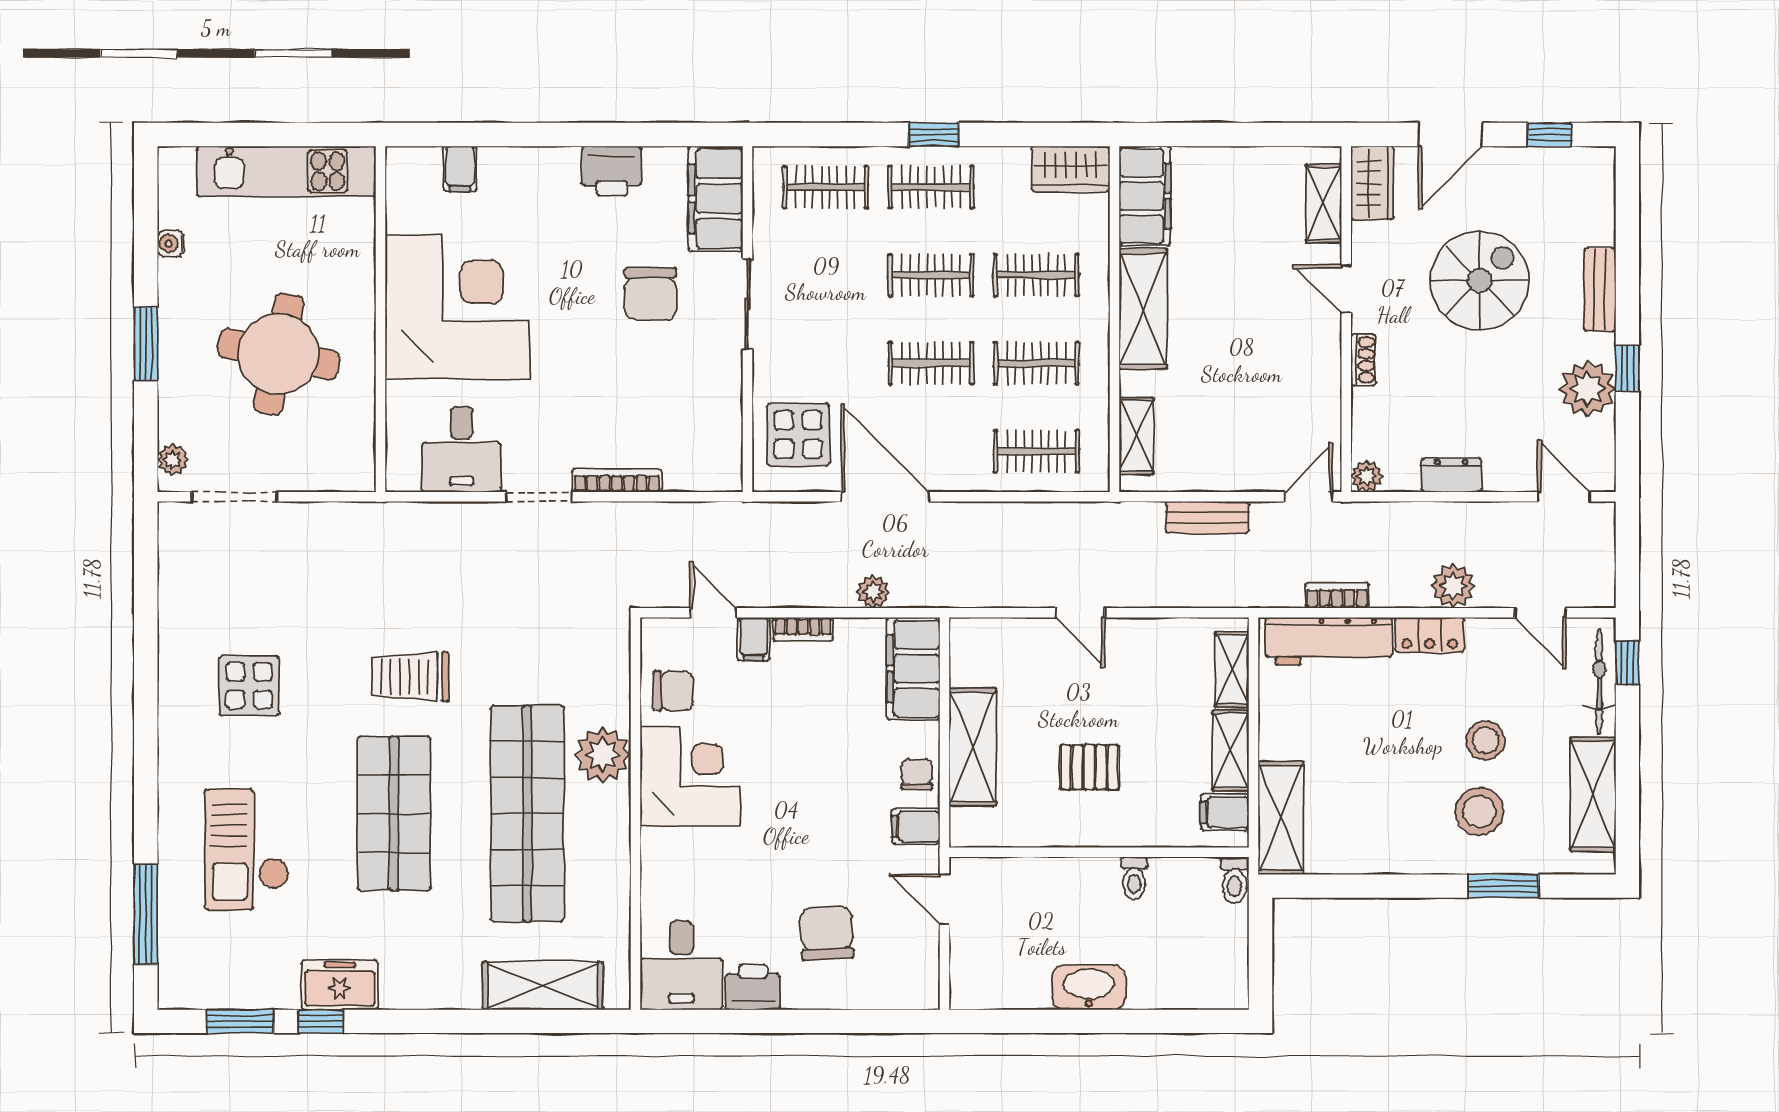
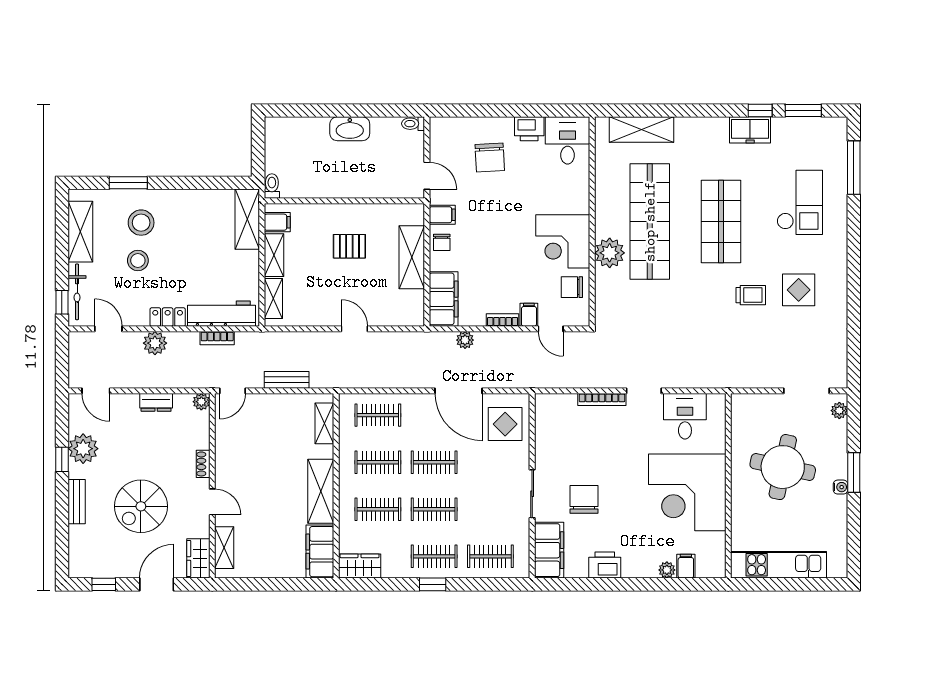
plant: (495, 162) -> (667, 570), added
water cooler: (171, 243) -> (841, 487), moved
trolley: (410, 677) -> (751, 295), moved, width x0.73, depth x0.72
toilet: (1134, 878) -> (413, 124), moved, turned -90

